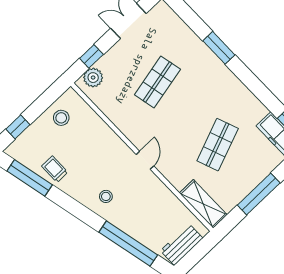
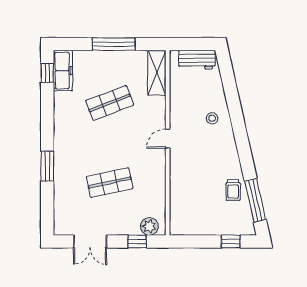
stool: (61, 118) -> (196, 220), removed
stool: (106, 196) -> (212, 118), moved
window: (128, 244) -> (232, 94), removed

